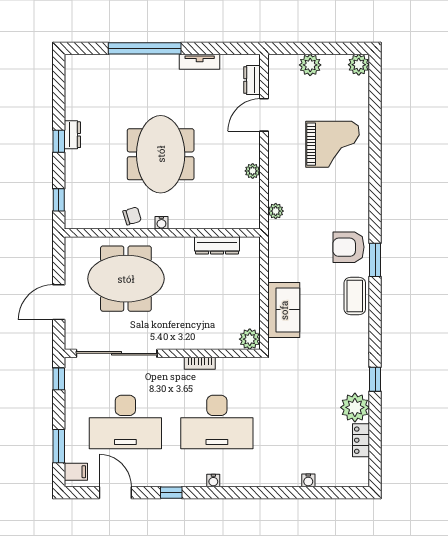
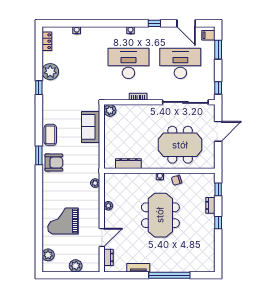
plant: (359, 65) -> (48, 255), moved
dresser: (72, 135) -> (210, 205), moved
locker: (361, 440) -> (47, 41), moved

